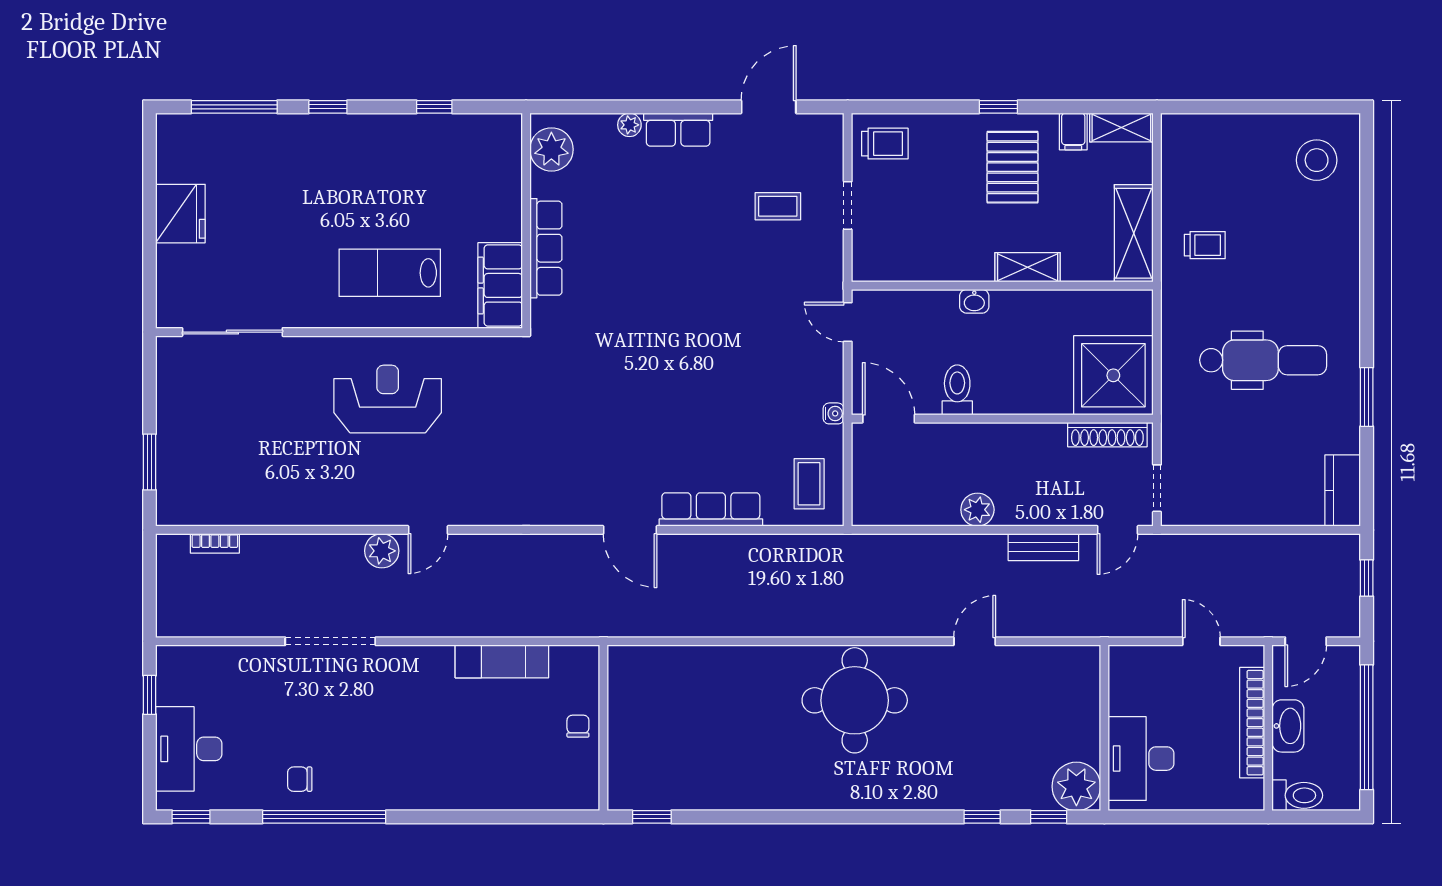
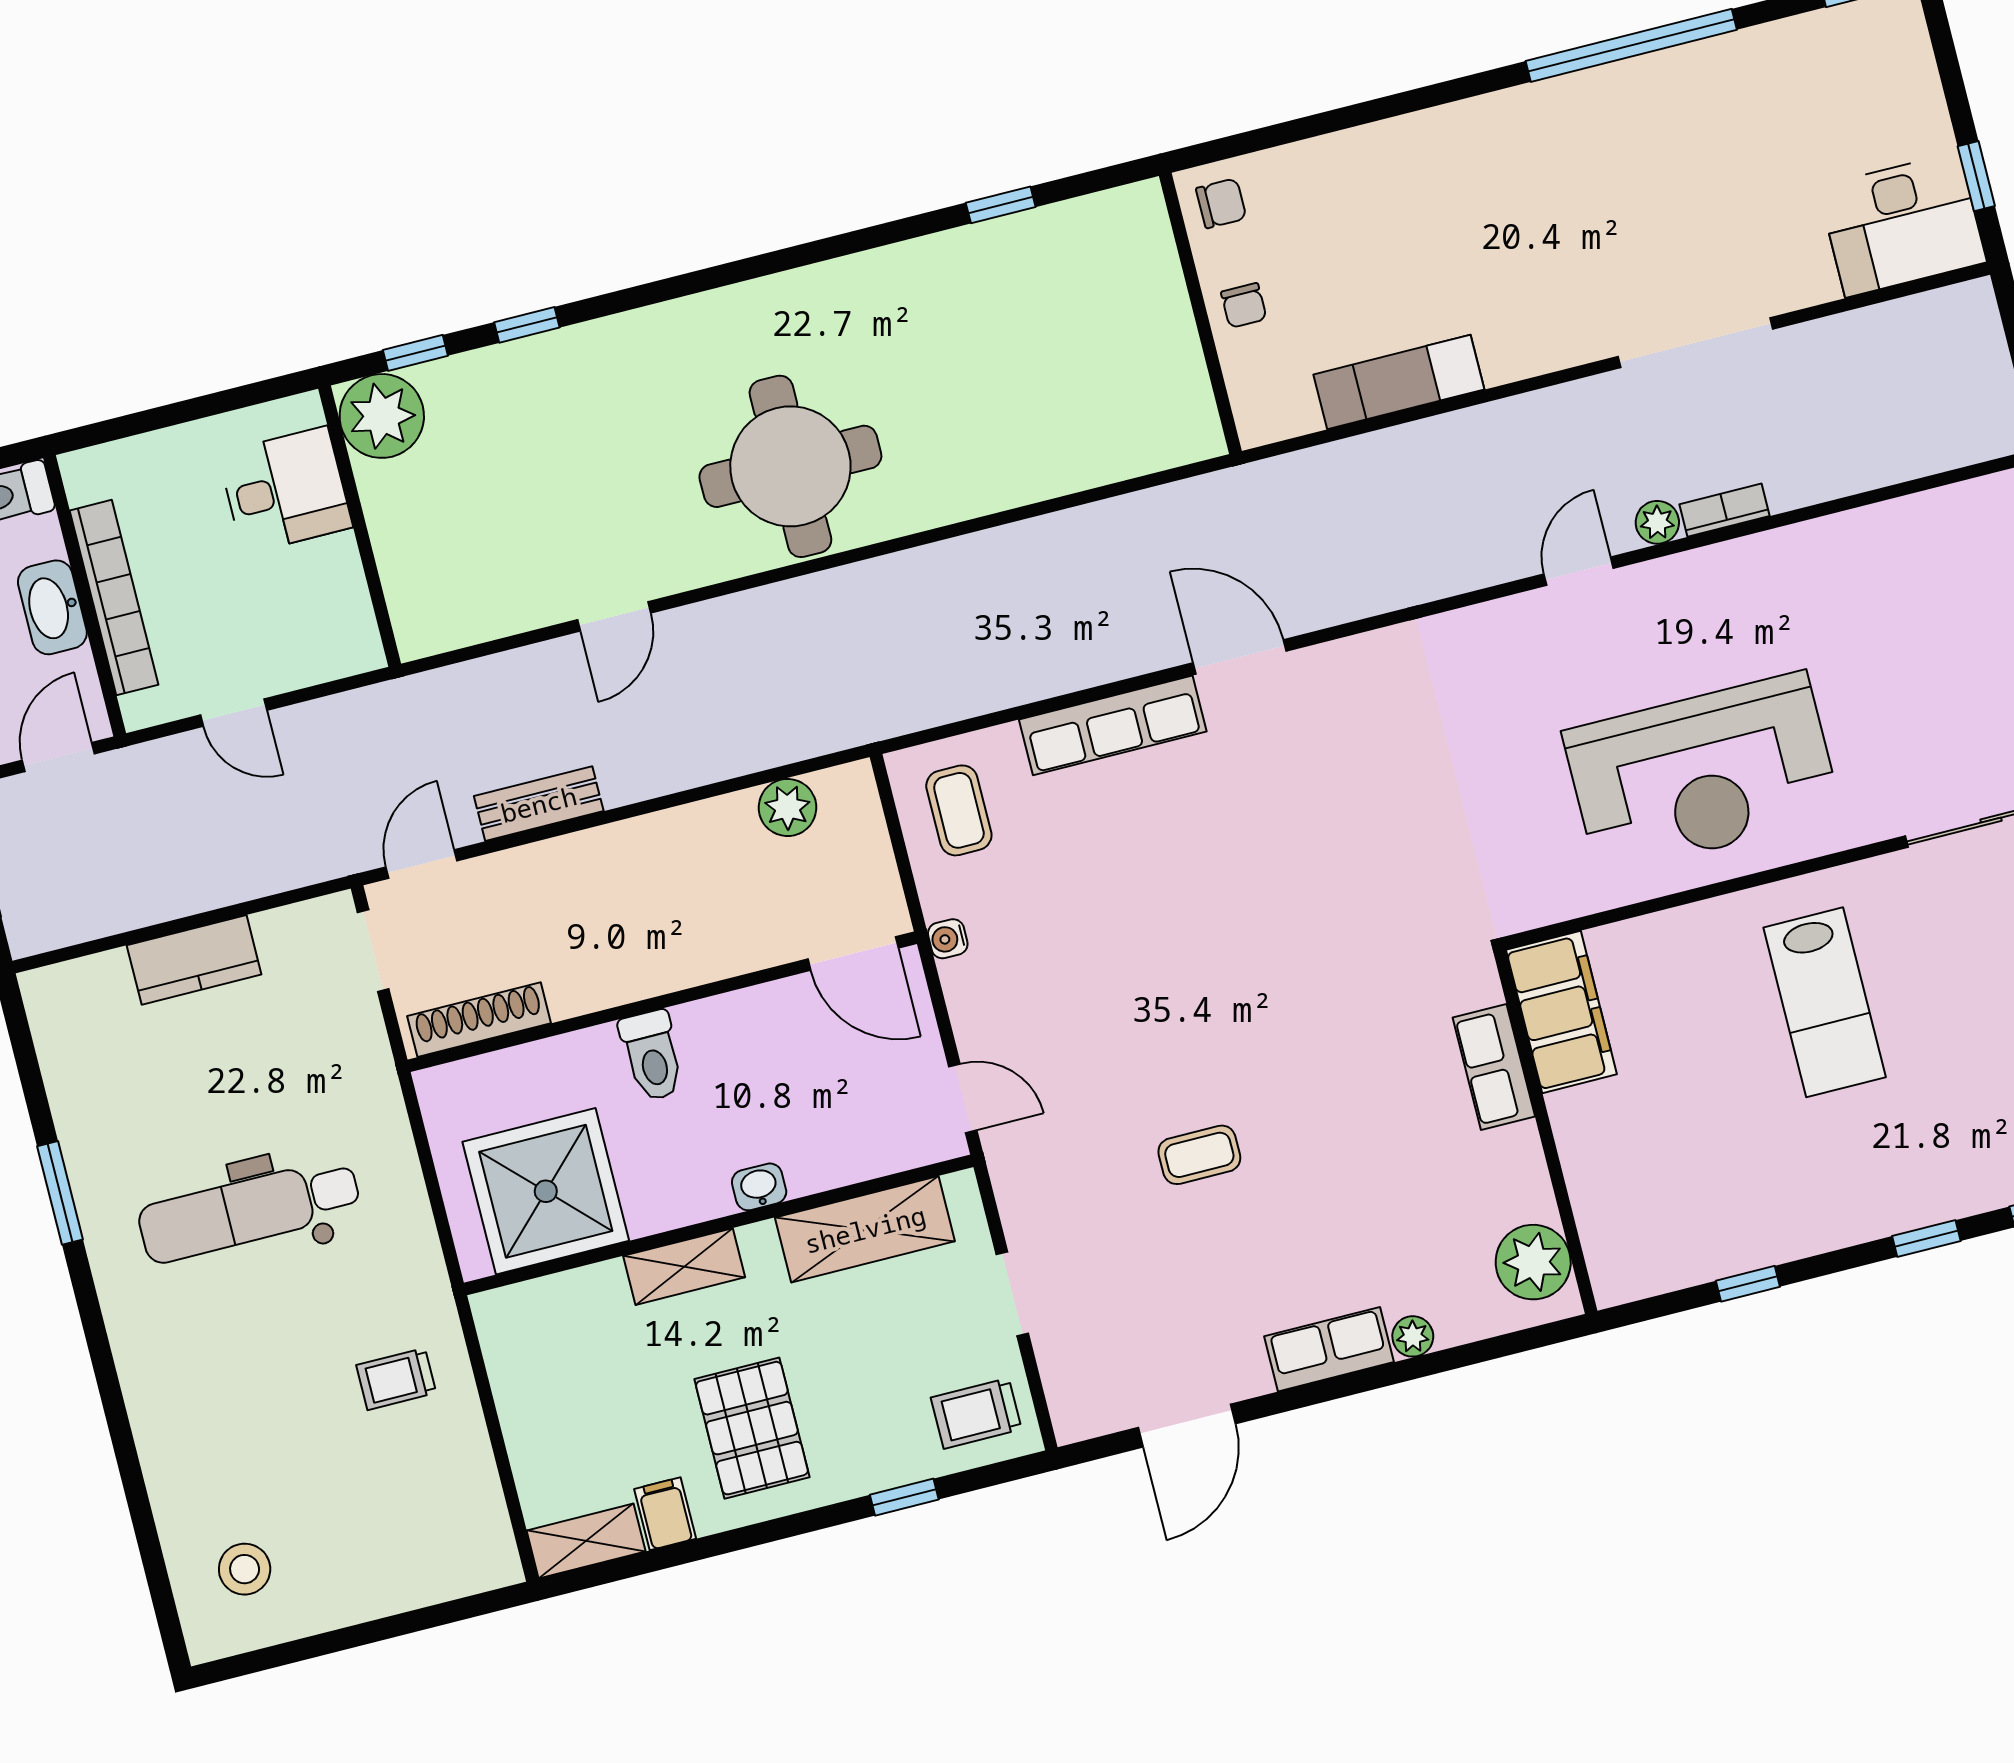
window: (998, 107) -> (904, 1497), moved
stool: (1317, 160) -> (245, 1569), width x0.73, depth x0.73
coffee table: (778, 206) -> (1199, 1155), moved
shelving: (1134, 233) -> (865, 1229), moved, turned 90
row of seats: (546, 248) -> (1494, 1067), width x0.68
lab bench: (390, 273) -> (1825, 1002), moved, turned 90
shower: (1113, 375) -> (546, 1191), moved
toilet: (957, 390) -> (652, 1056), moved
reception desk: (388, 399) -> (1702, 774), width x1.36, depth x1.30
kitchen counter: (1343, 491) -> (194, 960), moved, turned 90
plant: (977, 510) -> (787, 807), moved
bookcase: (215, 543) -> (1725, 510), moved
plant: (382, 551) -> (1657, 522), width x0.73, depth x0.73
desk: (189, 749) -> (1902, 225), moved, turned 90
desk: (1141, 759) -> (285, 490), width x0.73
chair: (300, 779) -> (1221, 203), moved
window: (652, 817) -> (1001, 205), moved

